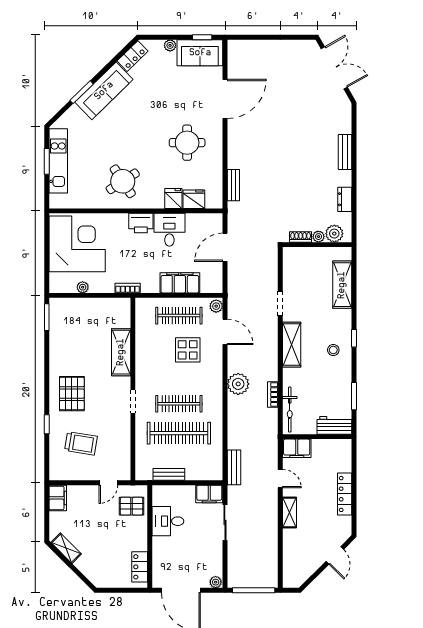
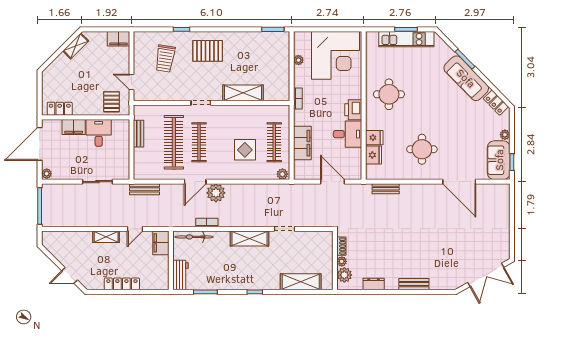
round table: (123, 181) -> (389, 94), turned 33
door: (225, 332) -> (195, 182), moved
stool: (333, 350) -> (245, 274), removed
filing cabinet: (209, 494) -> (74, 127), moved, turned -90

